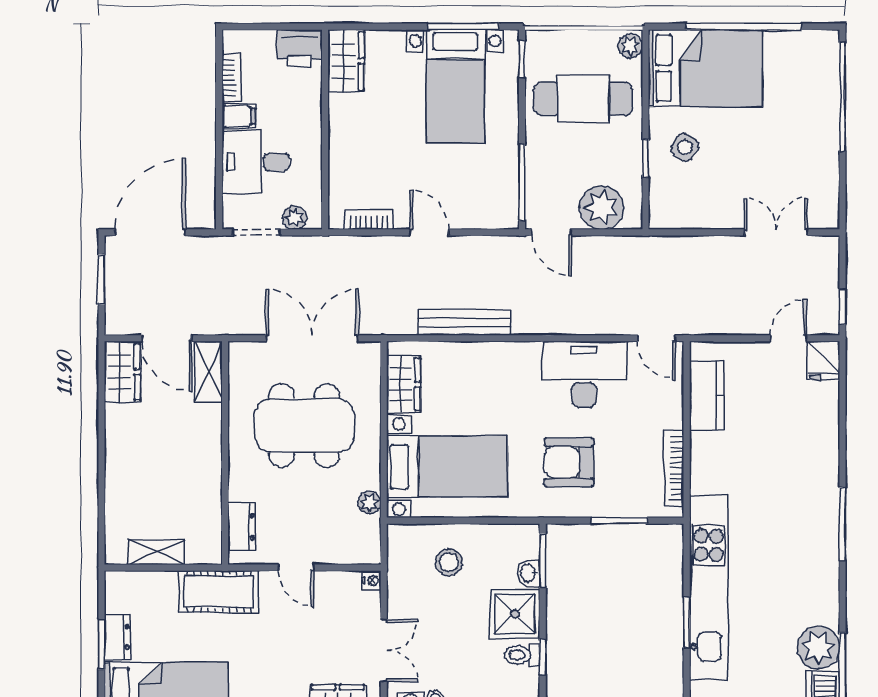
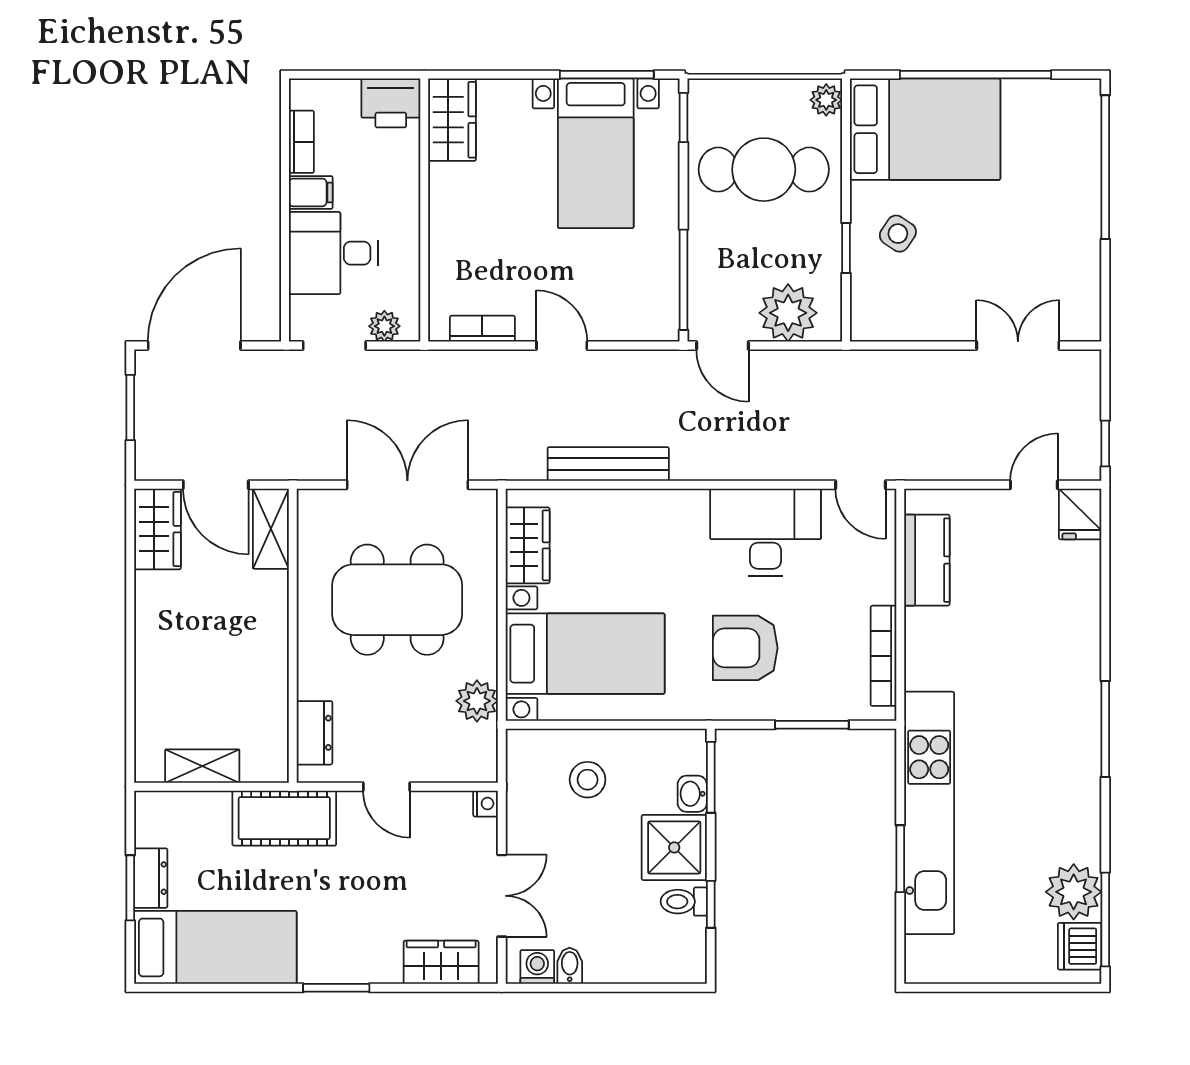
plant: (369, 503) -> (477, 701), width x1.38, depth x1.38

